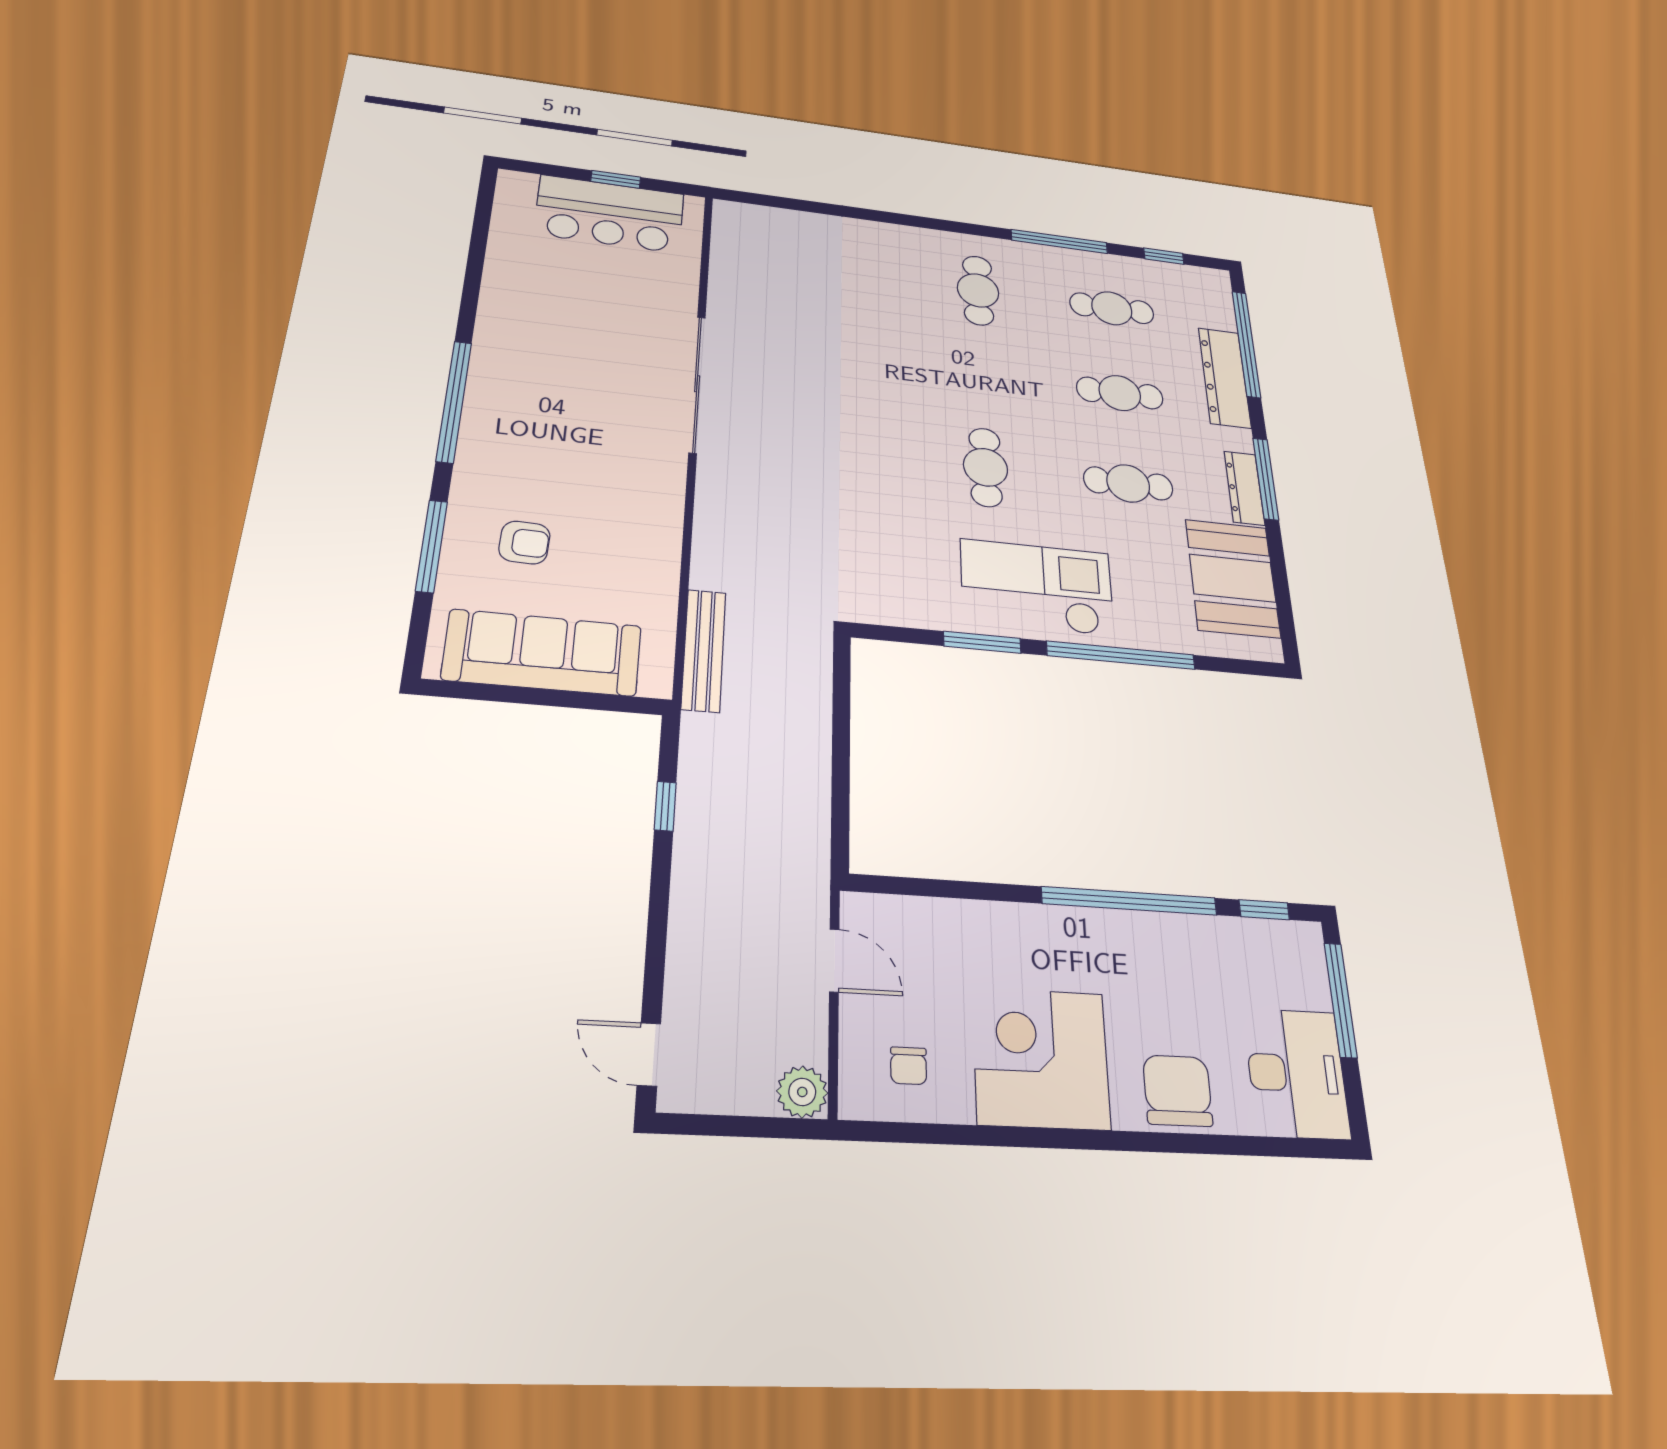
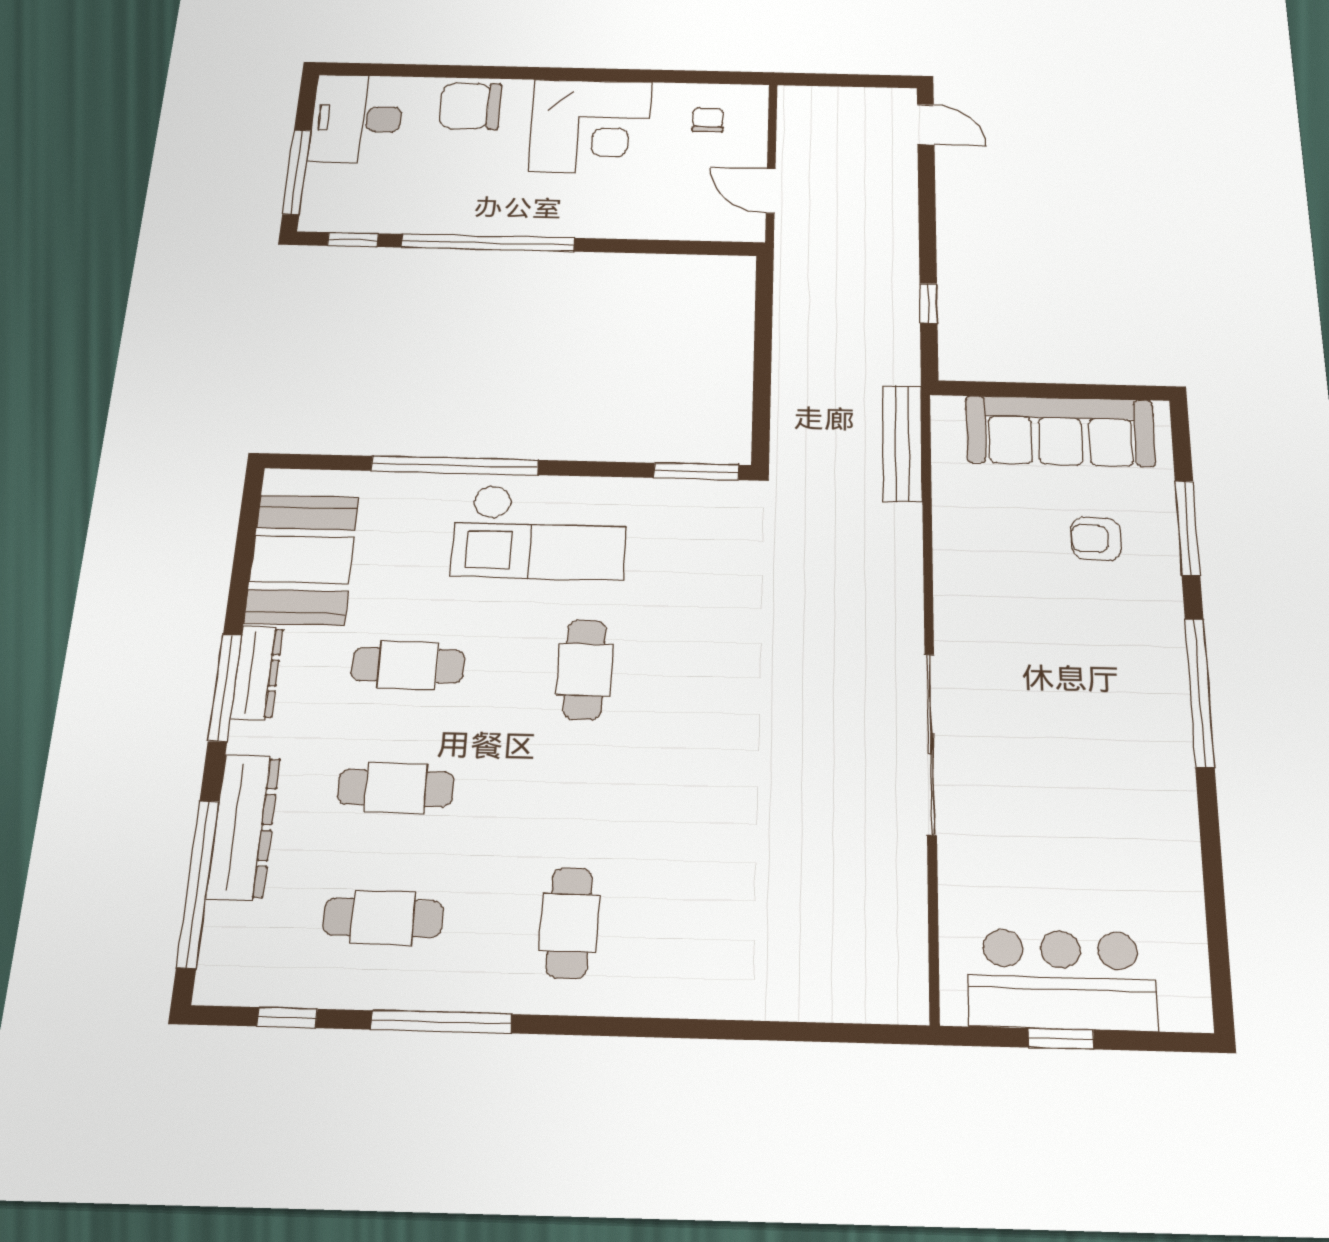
window: (982, 642) -> (697, 471), moved
chair: (1178, 1091) -> (471, 106), turned 90
plant: (802, 1092) -> (798, 102), removed

